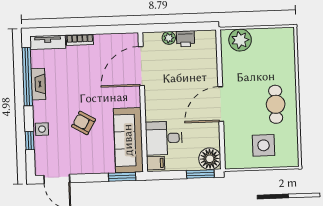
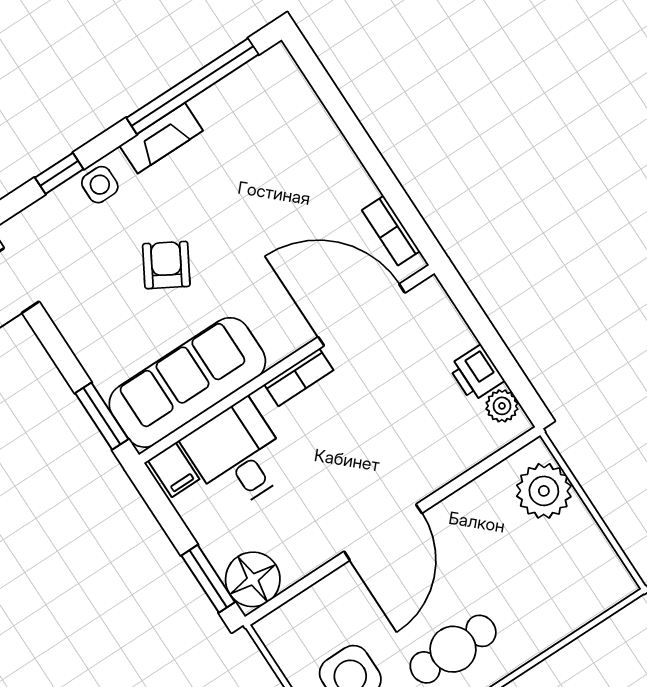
plant: (169, 38) -> (502, 406), moved
bookcase: (80, 40) -> (391, 231), moved
tv unit: (48, 42) -> (292, 85), removed
fireplace: (38, 84) -> (161, 138), moved
bookcase: (150, 101) -> (299, 377), added
door: (221, 104) -> (383, 532), swing flipped

